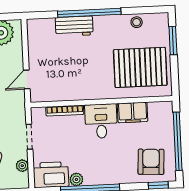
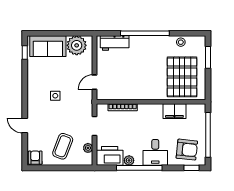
workbench: (74, 26) -> (115, 43), moved
pallet: (140, 67) -> (182, 77), turned 90
desk: (101, 121) -> (155, 152), moved, turned 180
armchair: (151, 162) -> (187, 150), turned 93

